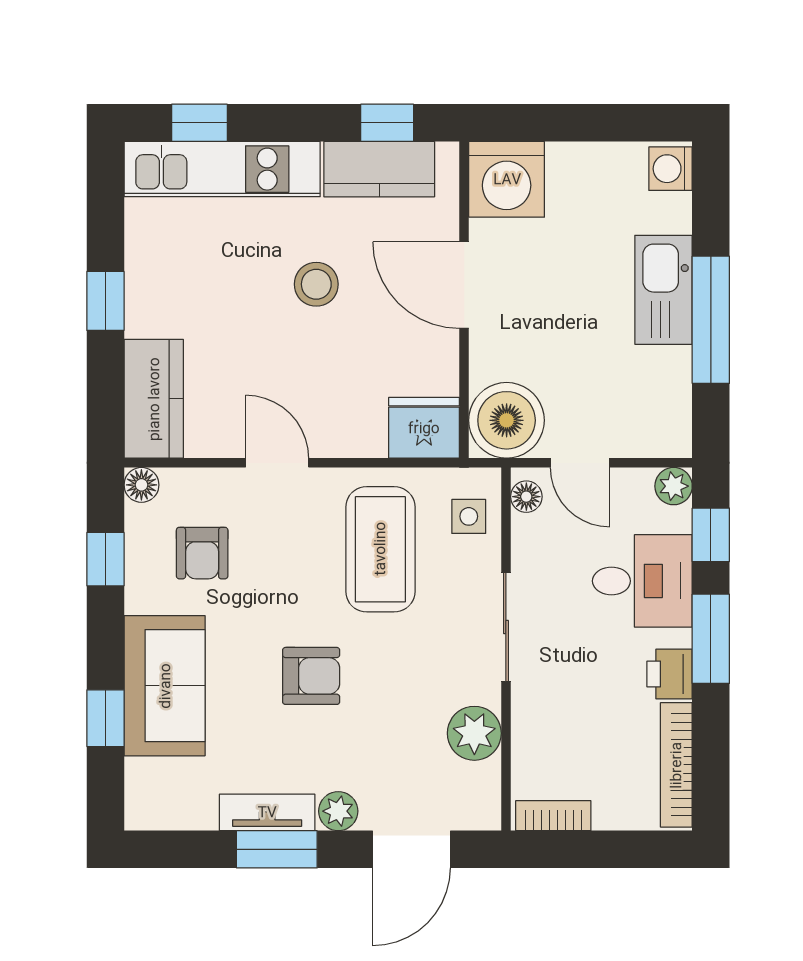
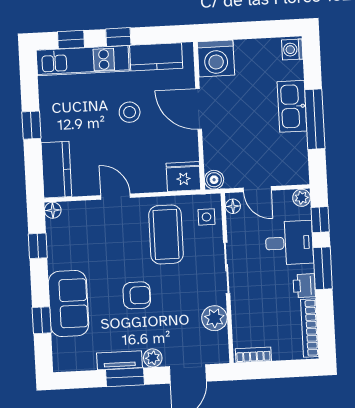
window: (387, 123) -> (118, 37), moved
boiler: (507, 420) -> (214, 180), width x0.54, depth x0.54
armchair: (202, 553) -> (83, 241), removed

